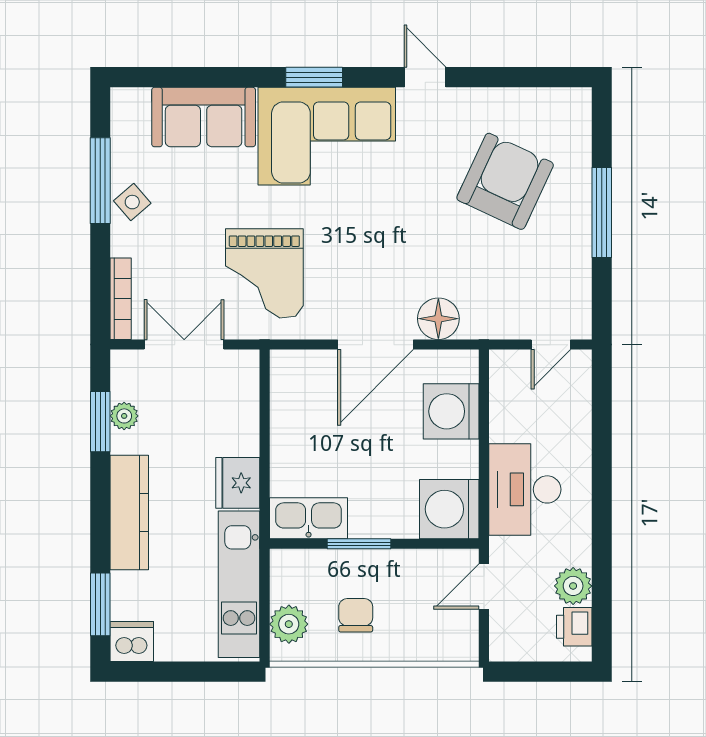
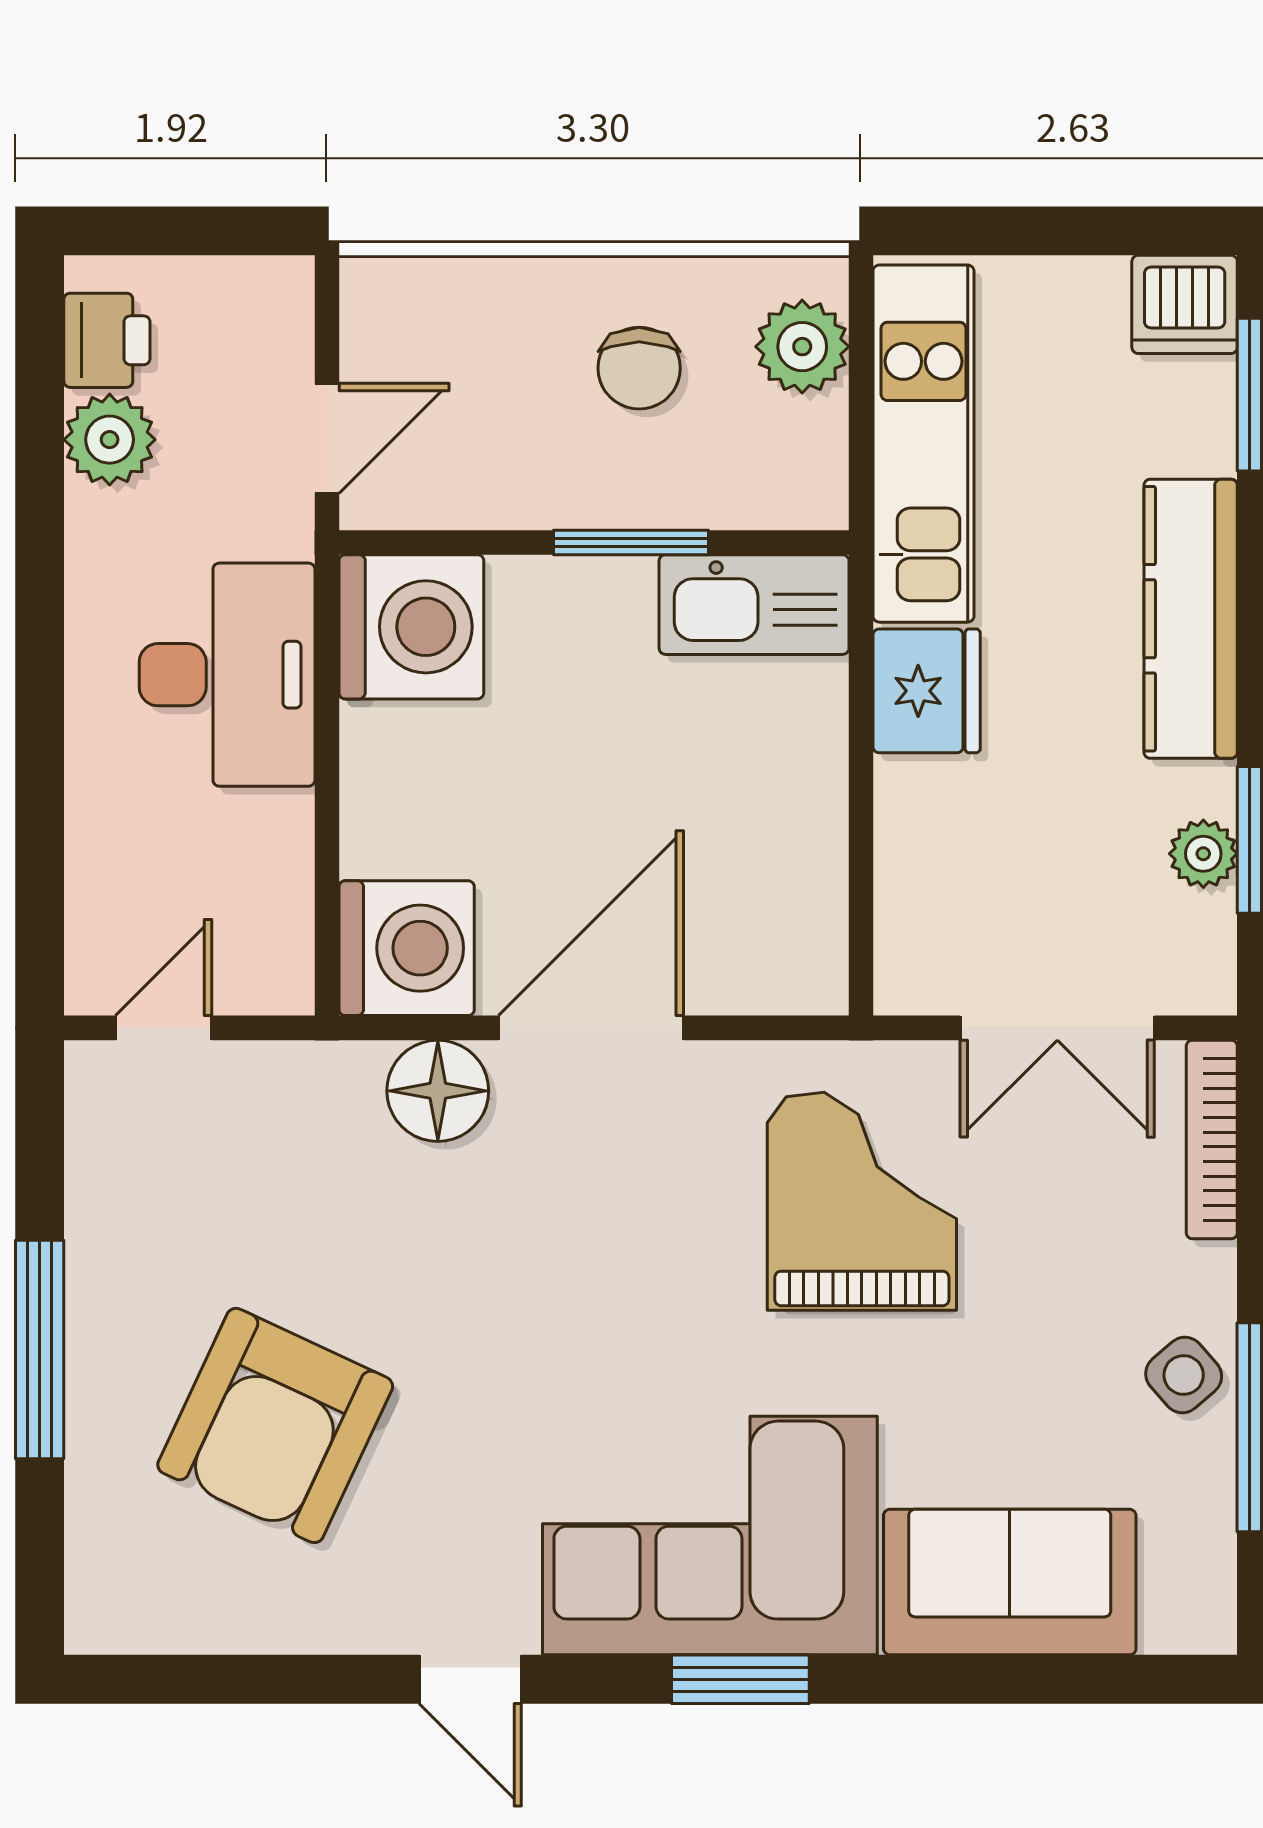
washing machine: (451, 411) -> (407, 948), moved

